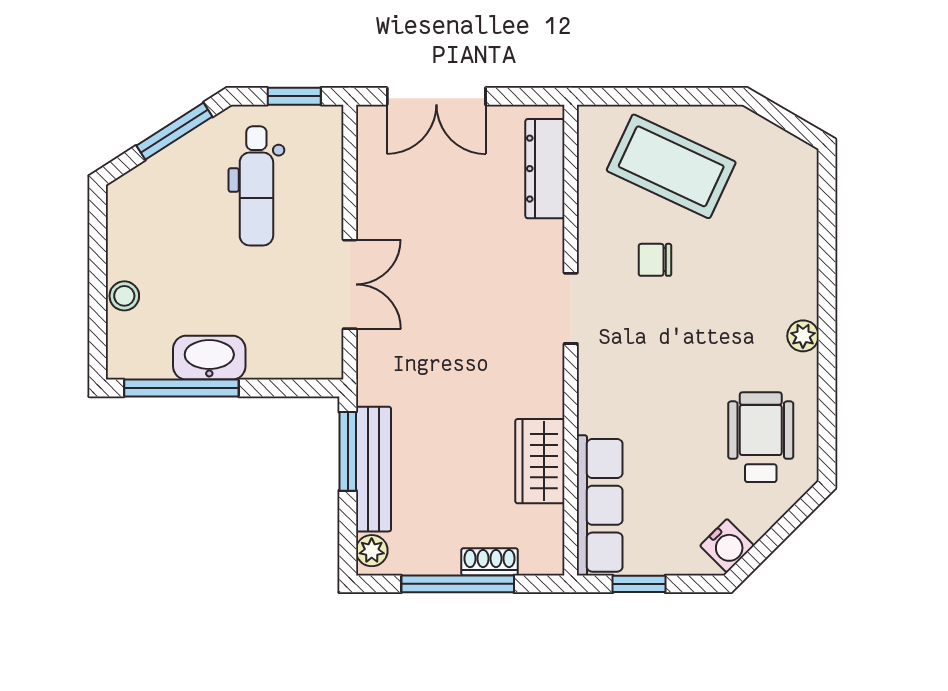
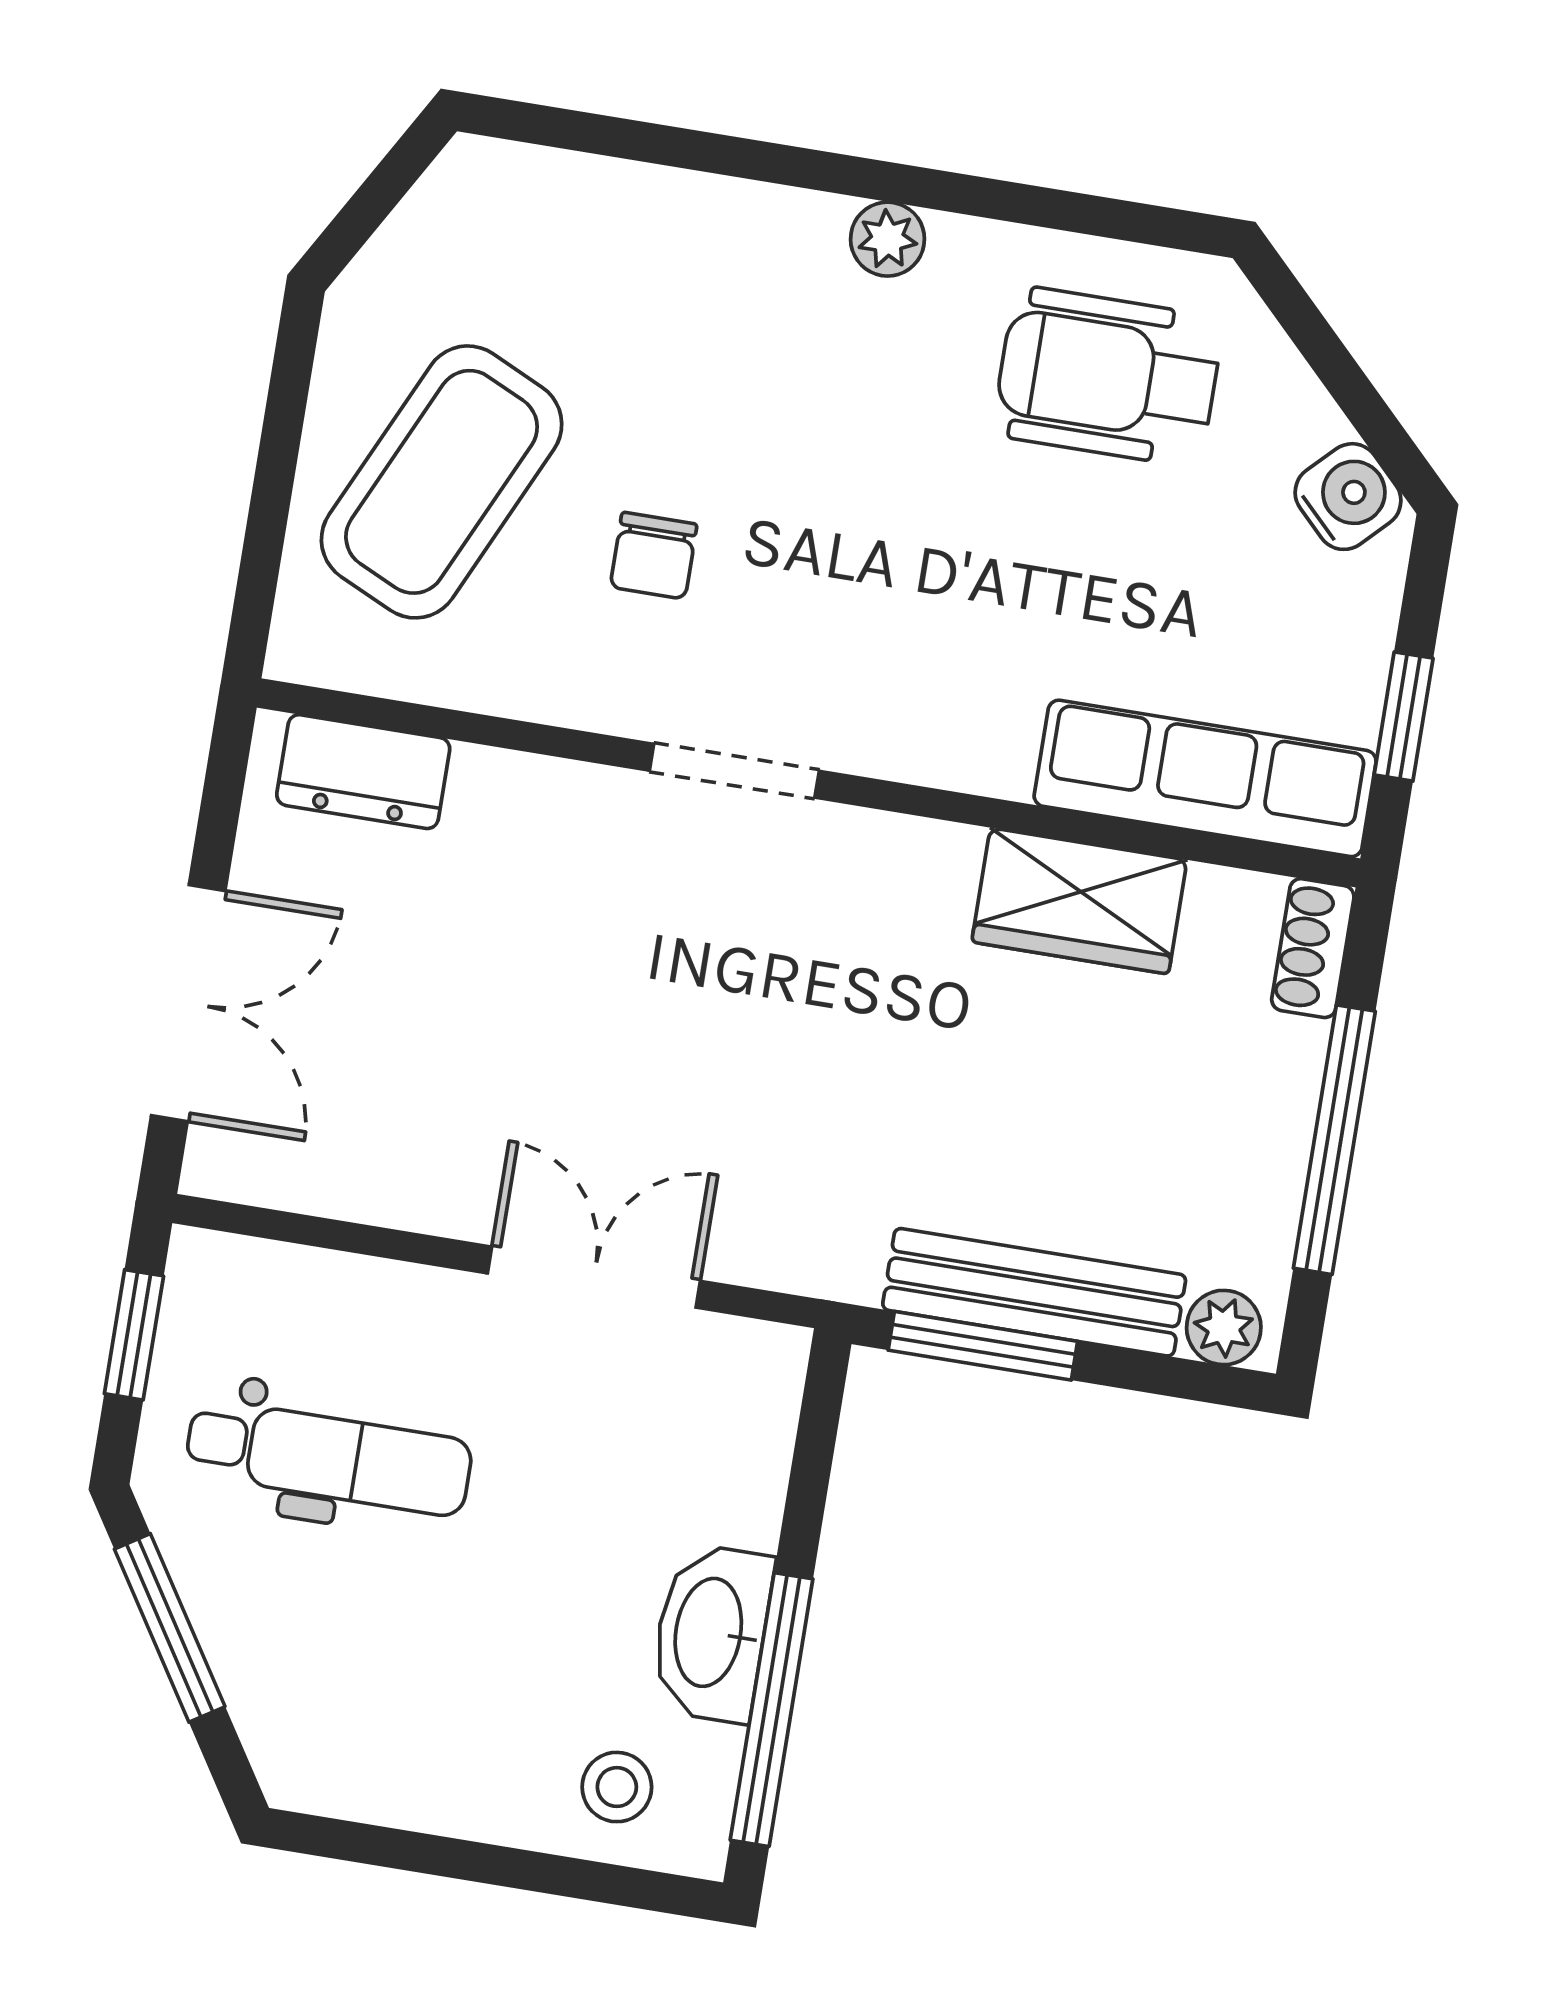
dresser: (545, 169) -> (363, 772), width x0.70
stool: (124, 296) -> (617, 1787), moved
shoe rack: (490, 562) -> (1313, 948), moved

